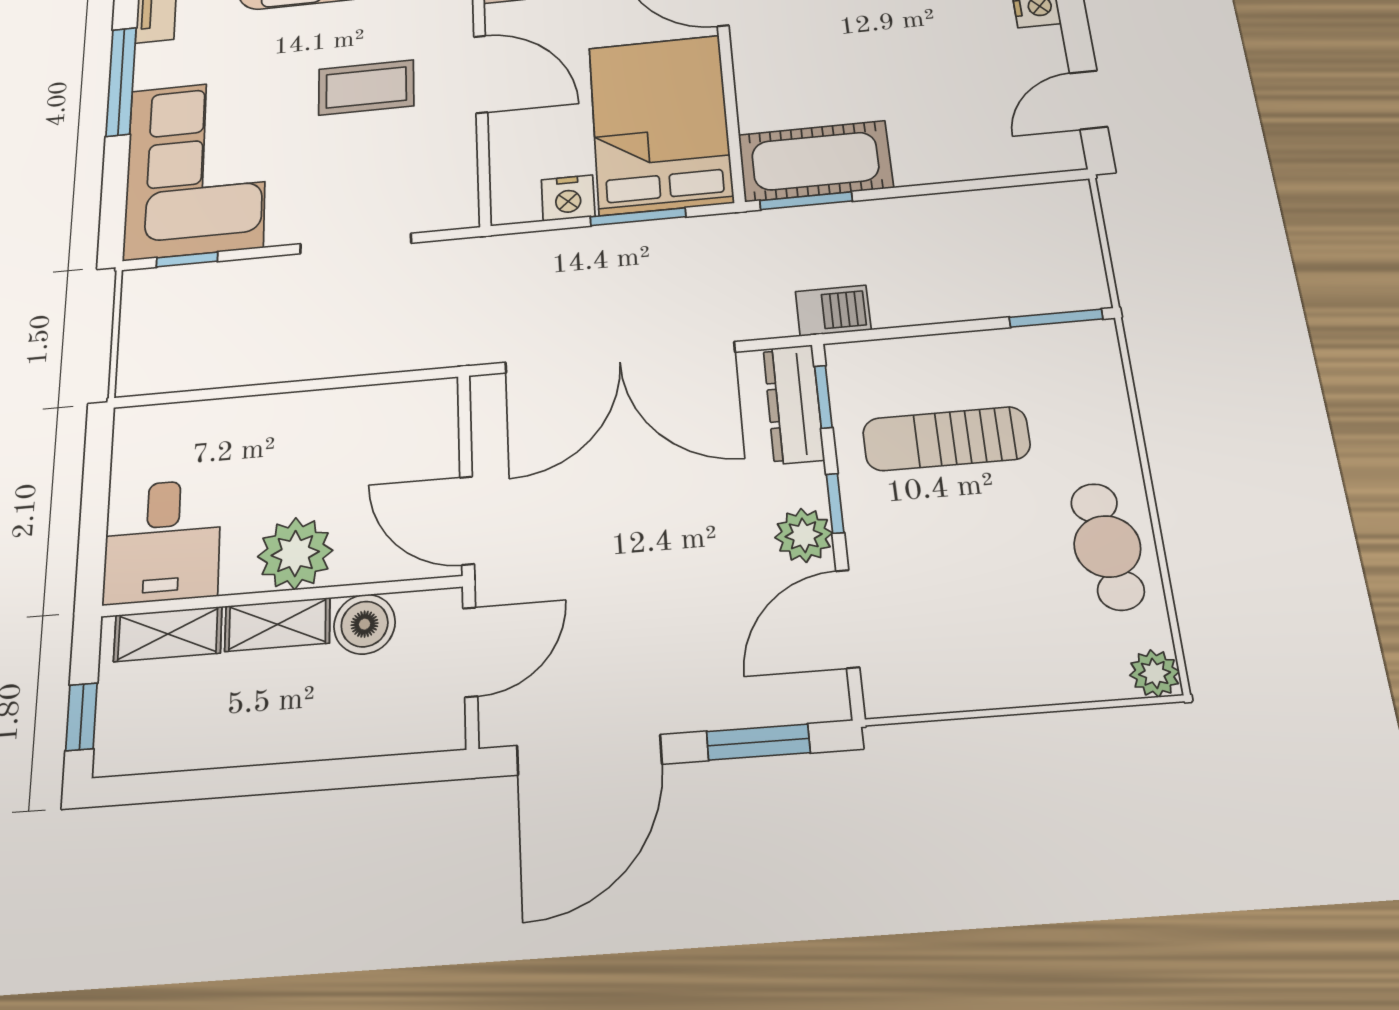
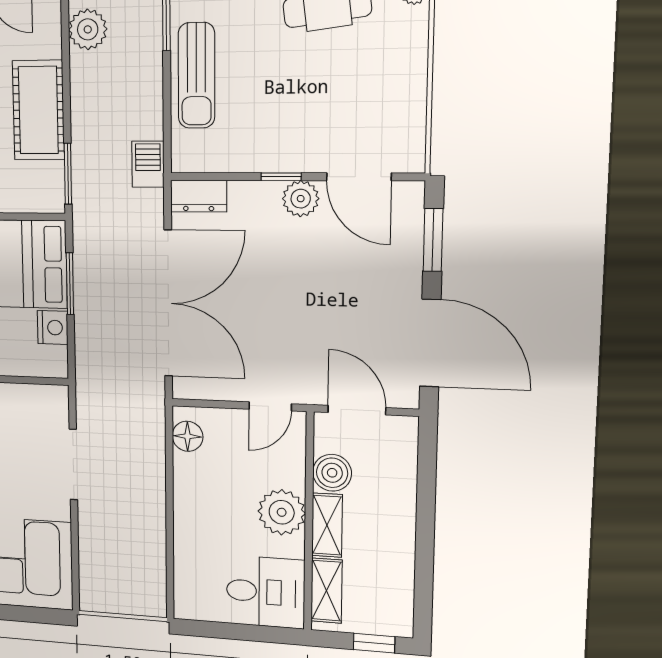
cot: (815, 161) -> (38, 110), moved
plant: (1027, 211) -> (88, 29), added
window: (187, 260) -> (75, 570), removed
window: (823, 397) -> (208, 177), removed
floor lamp: (411, 403) -> (188, 436), added
dresser: (794, 404) -> (199, 196), width x0.70
sun lounger: (946, 439) -> (196, 75), moved
door: (467, 520) -> (270, 406), width x0.73

